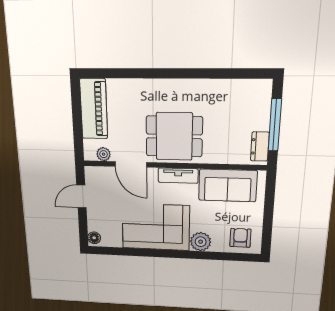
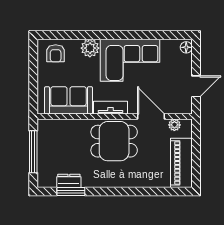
window: (229, 74) -> (71, 192), added
dresser: (260, 147) -> (69, 181), moved, turned -90

